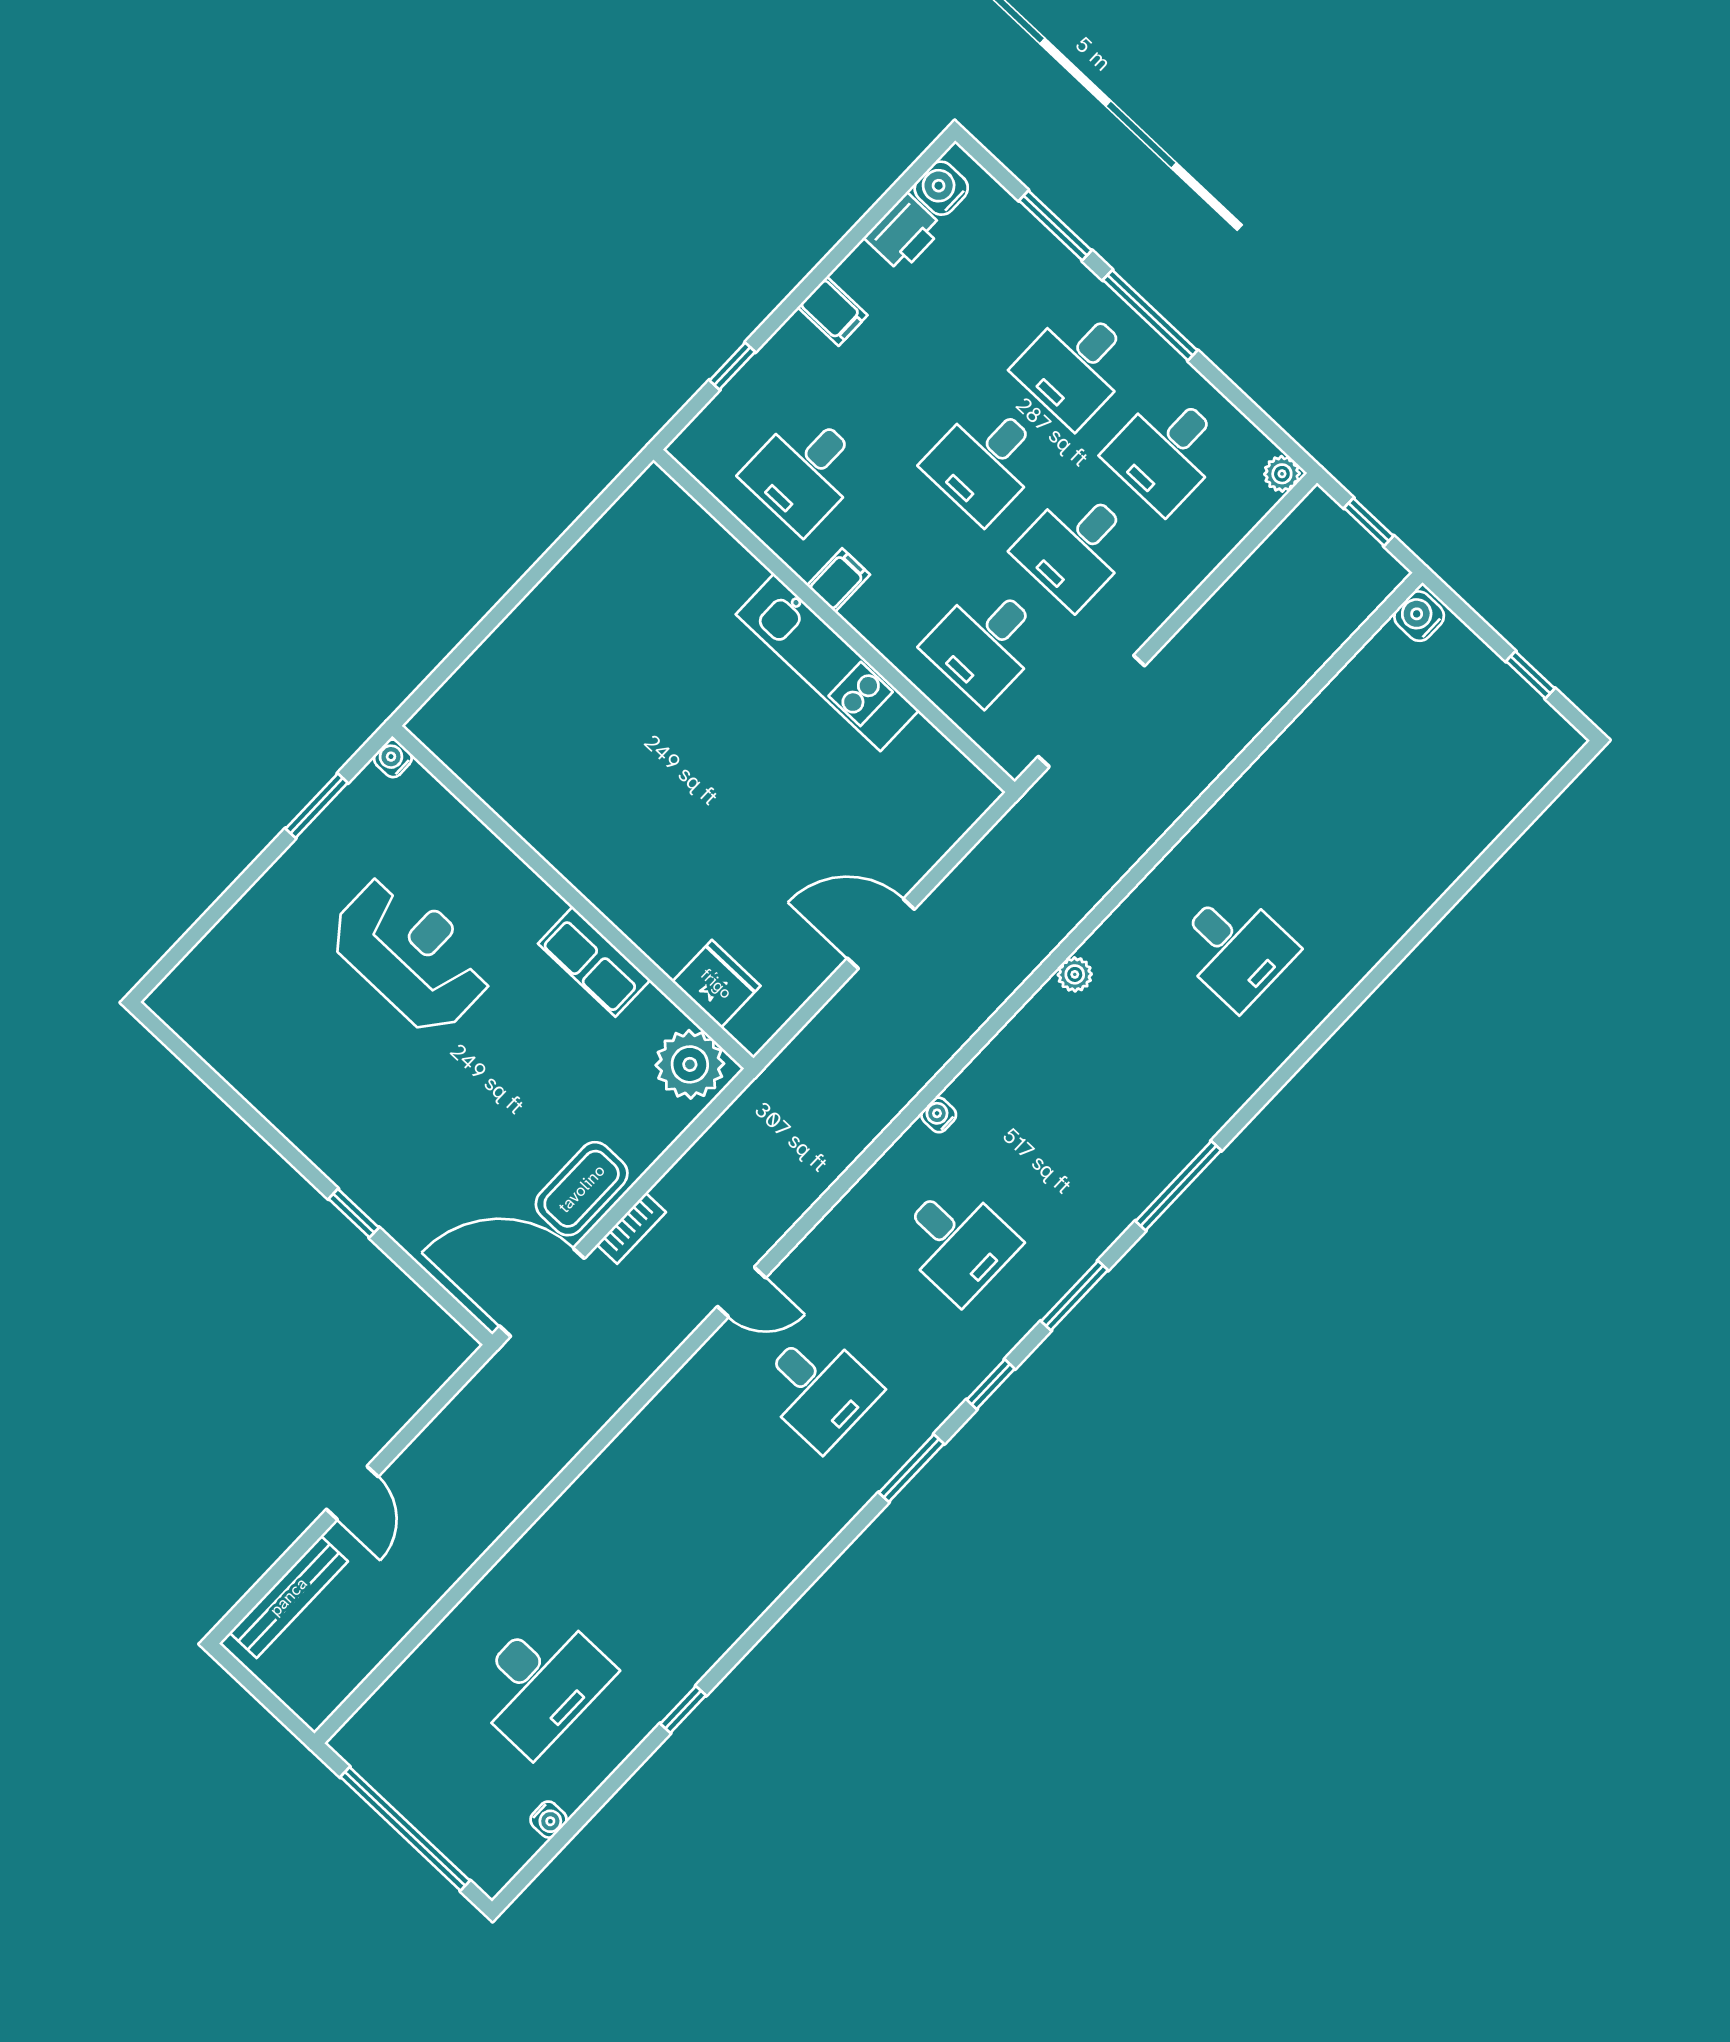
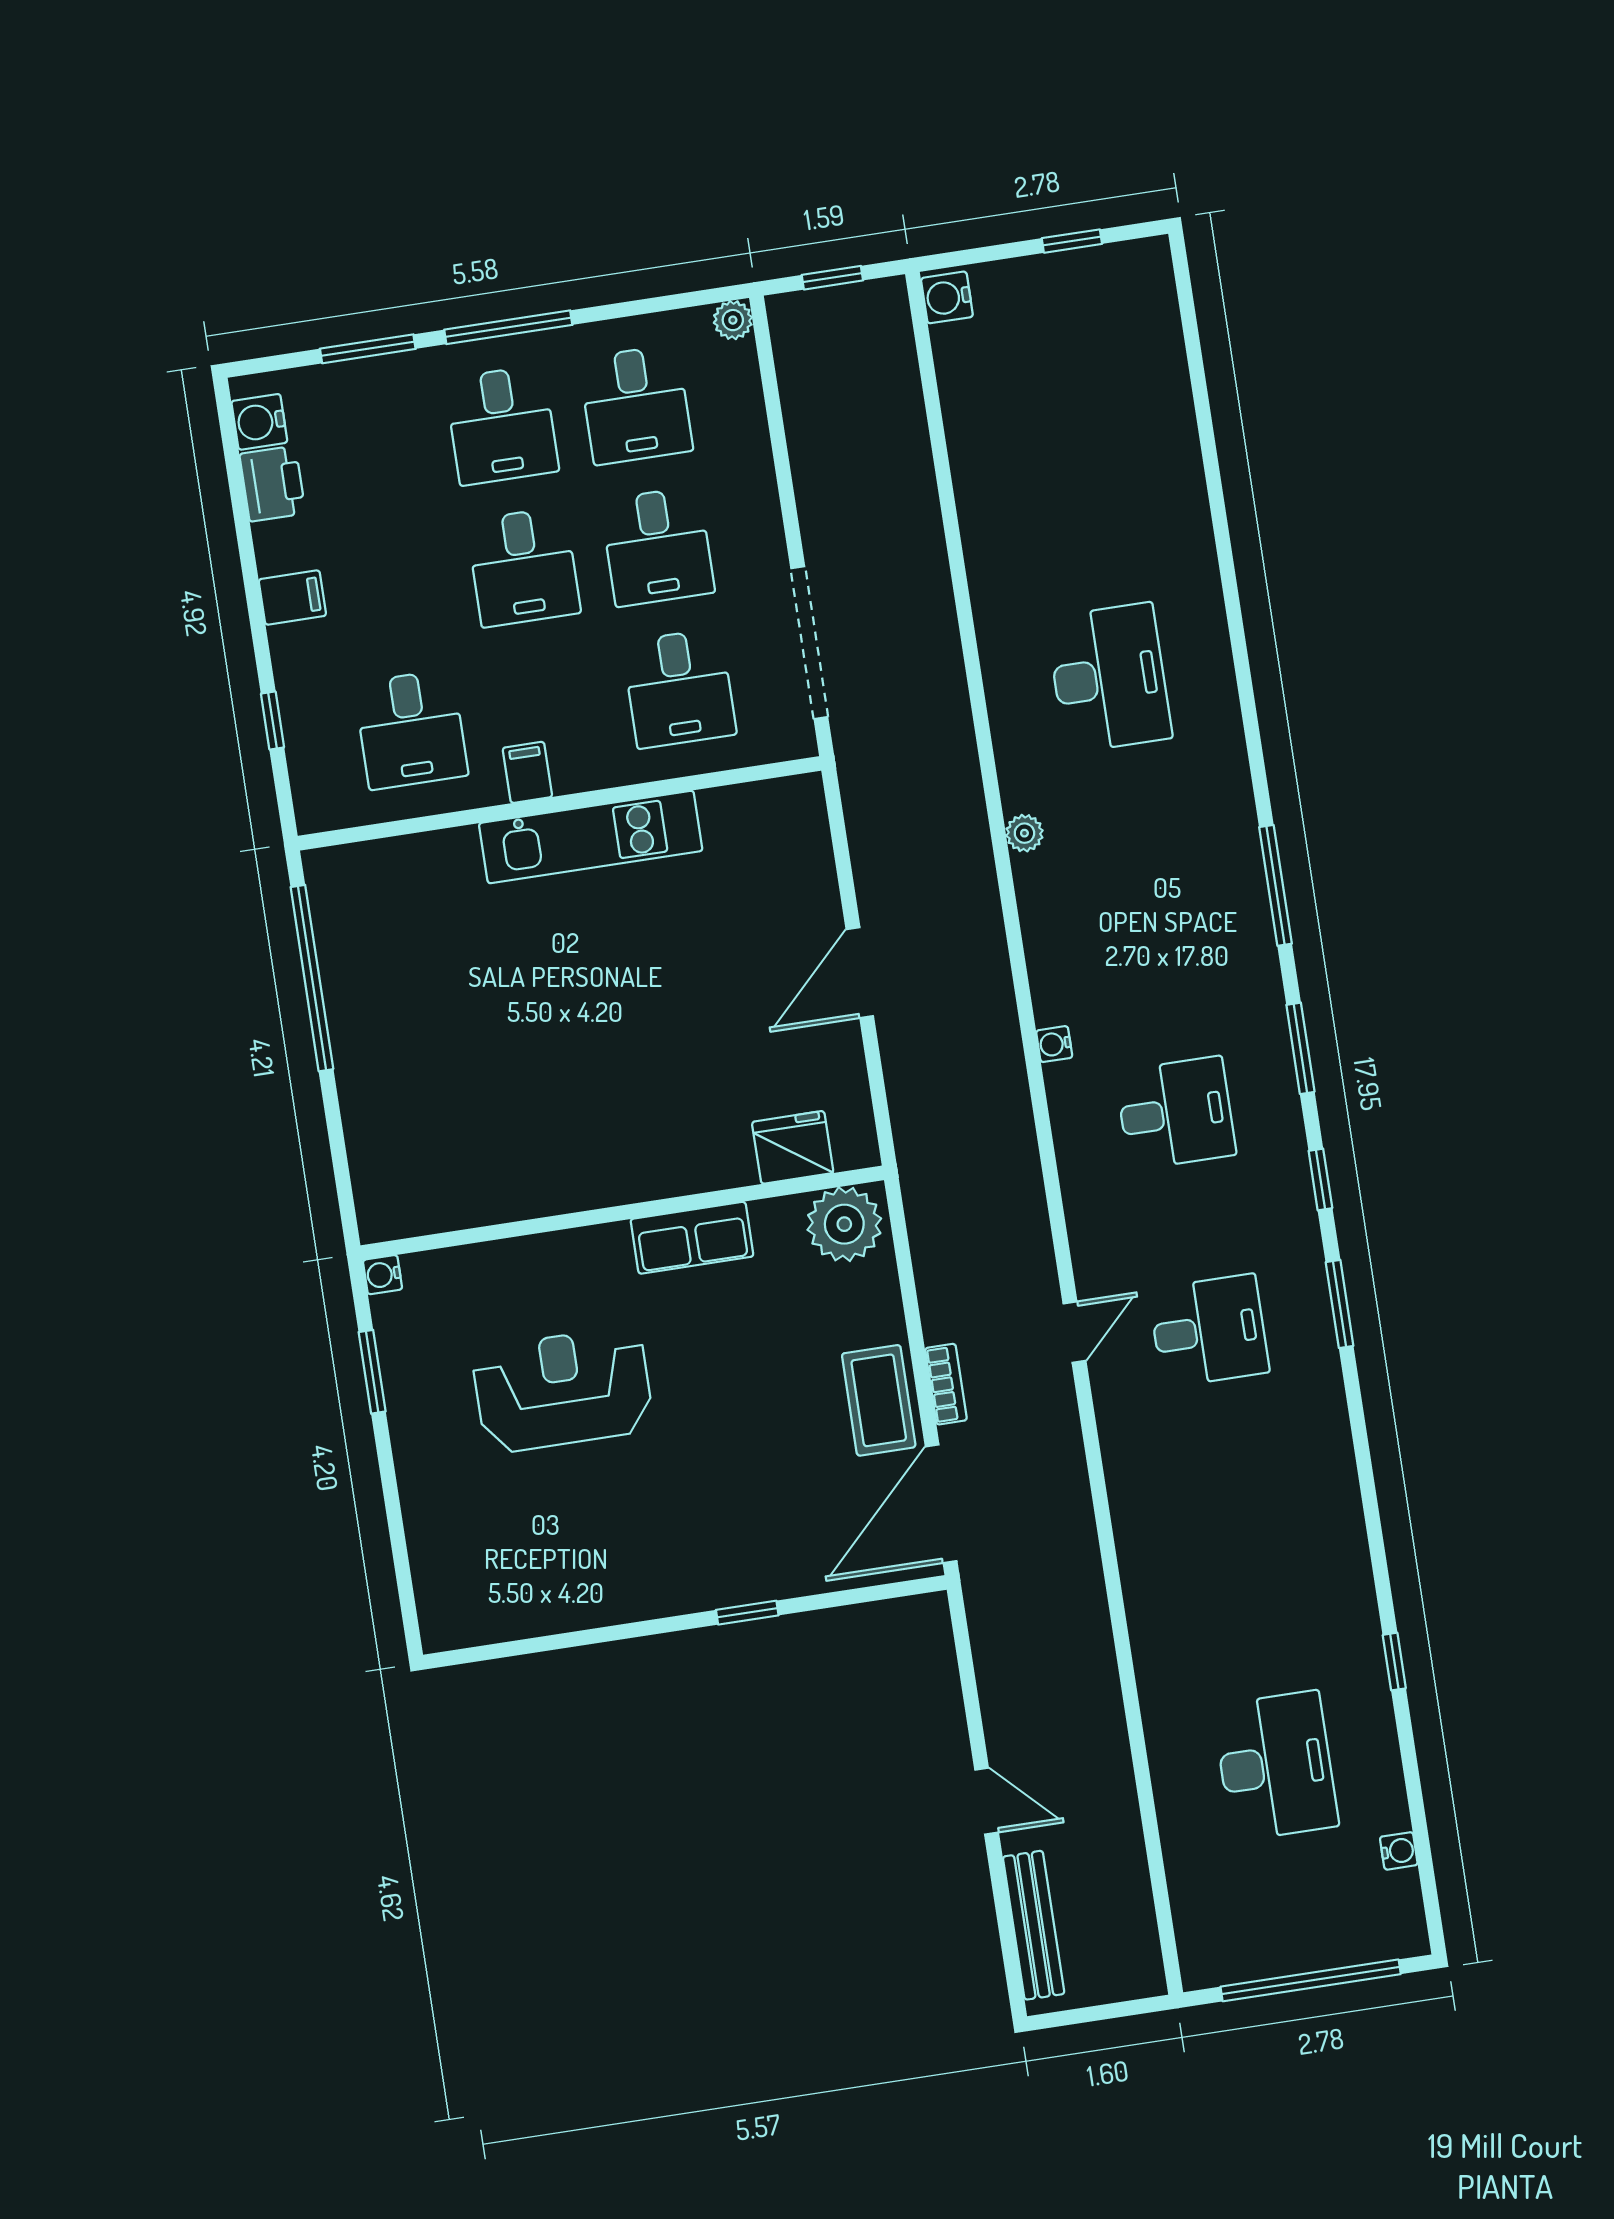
window: (568, 540) -> (312, 978), added
desk: (1235, 948) -> (1109, 678), width x1.37

